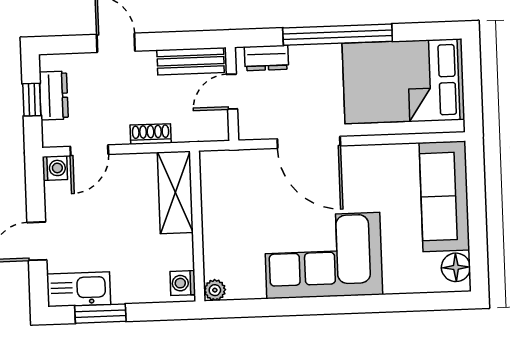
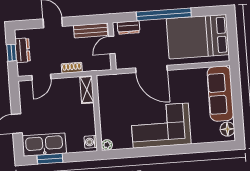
washing machine: (55, 168) -> (24, 87), removed
shelving: (175, 192) -> (87, 90), width x0.67, depth x0.75
kitchen sink: (79, 289) -> (44, 145), width x1.36, depth x1.24

